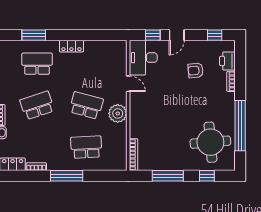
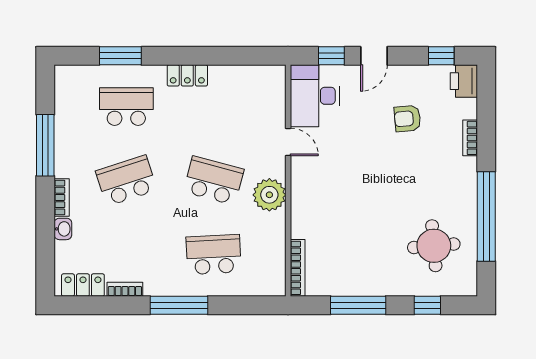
printer: (227, 61) -> (464, 81), moved
round table: (210, 142) -> (434, 246), width x0.73, depth x0.73

